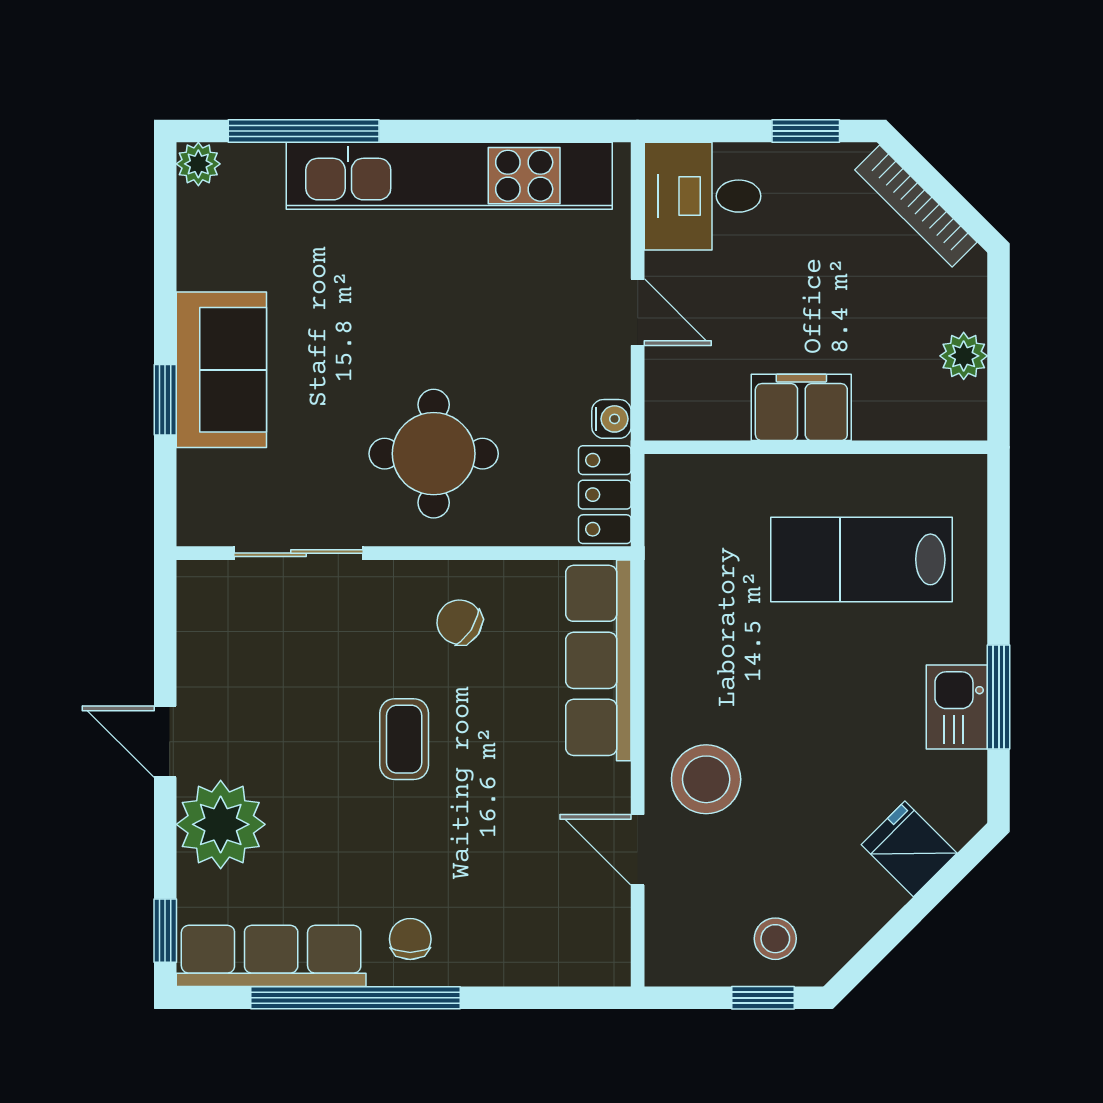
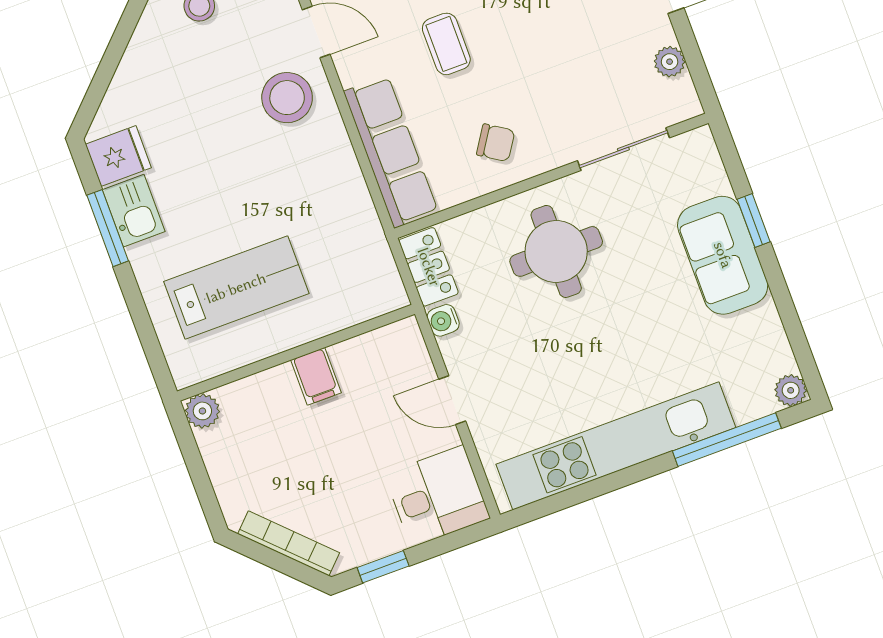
plant: (964, 356) -> (202, 411), moved
filing cabinet: (801, 407) -> (316, 376), width x0.50
plant: (198, 644) -> (670, 62), added
coffee table: (404, 739) -> (446, 44), moved
fridge: (909, 849) -> (118, 156), moved, turned -45

